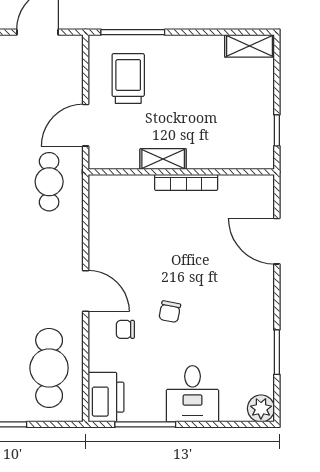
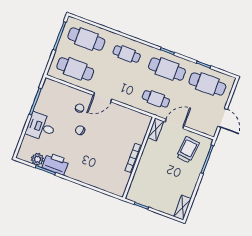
trolley: (128, 79) -> (188, 150), turned -84
door: (86, 125) -> (174, 124), hinge flipped
shelving: (163, 159) -> (156, 129), moved
door: (277, 241) -> (93, 188), removed
printer: (106, 397) -> (56, 164), moved, turned 180
plant: (261, 408) -> (37, 159), moved

